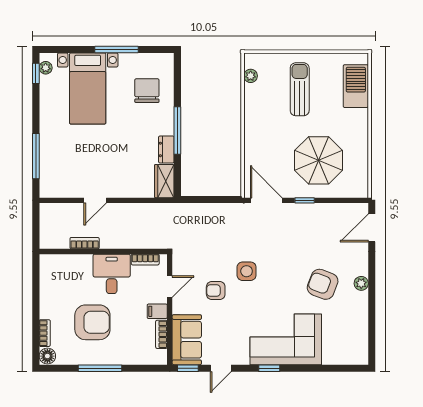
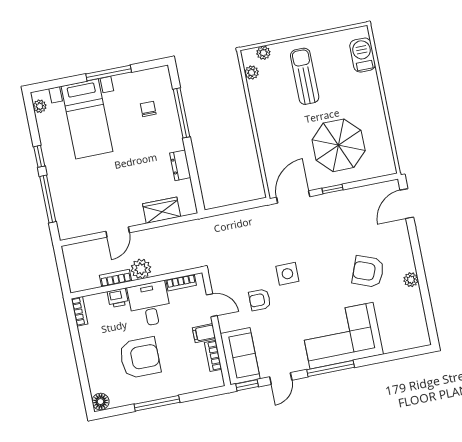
plant: (265, 60) -> (263, 53), added
window: (36, 73) -> (39, 156), moved
barbecue: (356, 86) -> (363, 55), width x0.73, depth x0.83
chair: (147, 91) -> (148, 109), width x0.54, depth x0.54
window: (177, 130) -> (181, 113), moved
wardrobe: (164, 181) -> (162, 210), moved, turned 90
door: (266, 200) -> (293, 197), hinge flipped
plant: (110, 239) -> (141, 269), added
printer: (83, 262) -> (118, 298), added
plant: (361, 283) -> (411, 280), moved
door: (170, 287) -> (212, 305), hinge flipped
bookcase: (45, 333) -> (80, 311), moved
window: (269, 368) -> (331, 369), width x2.17

